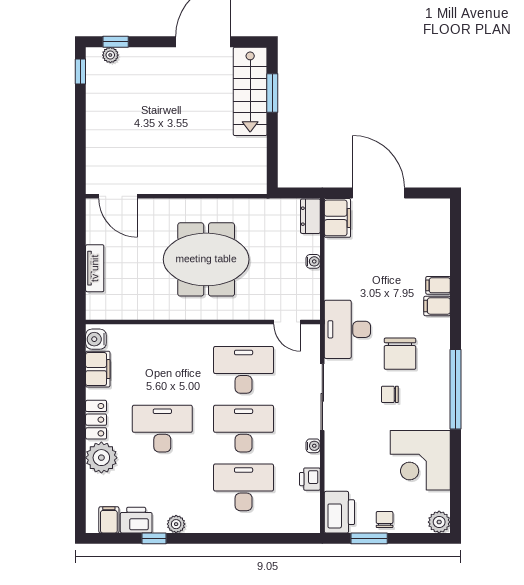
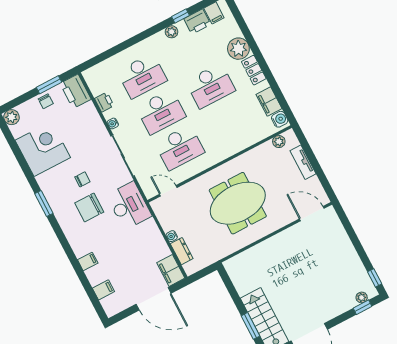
dresser: (310, 216) -> (182, 251), moved
filing cabinet: (437, 306) -> (103, 290), moved
plant: (112, 311) -> (279, 142), added
chair: (400, 354) -> (89, 208), turned -90
window: (456, 389) -> (44, 204), width x0.47

